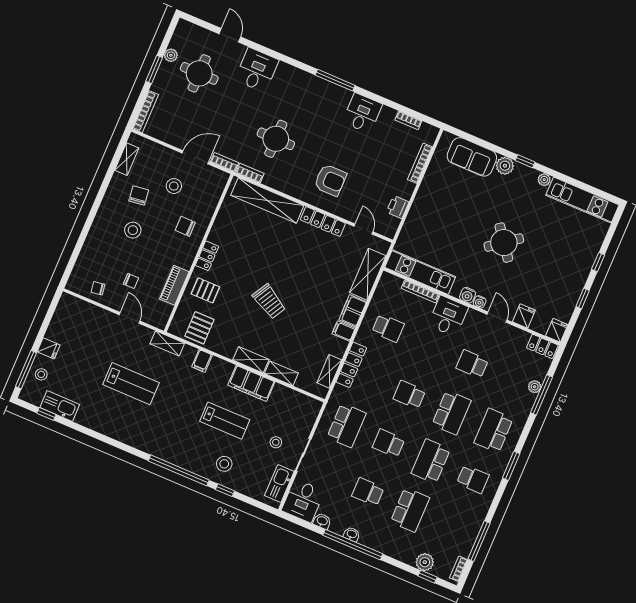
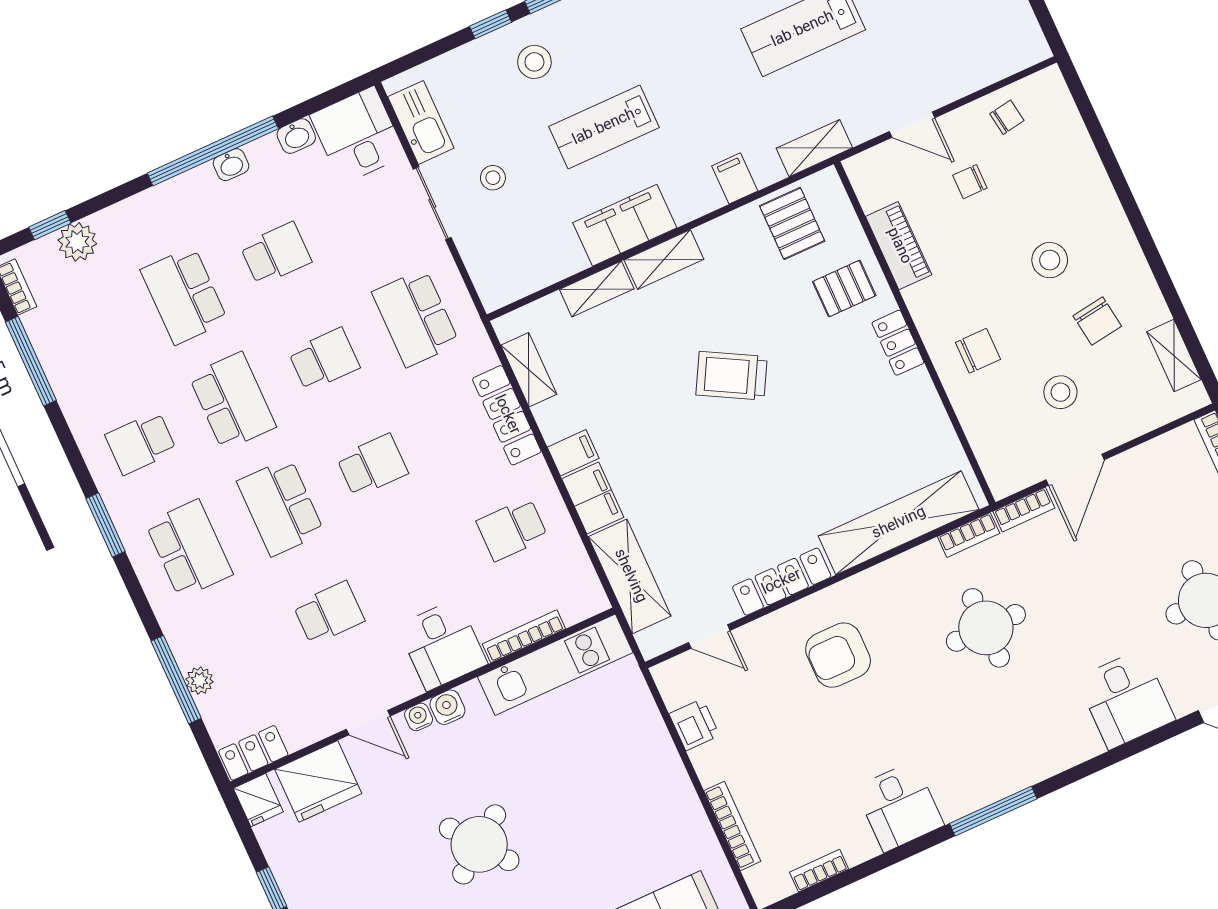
fridge: (524, 316) -> (318, 781), width x1.88, depth x1.34

